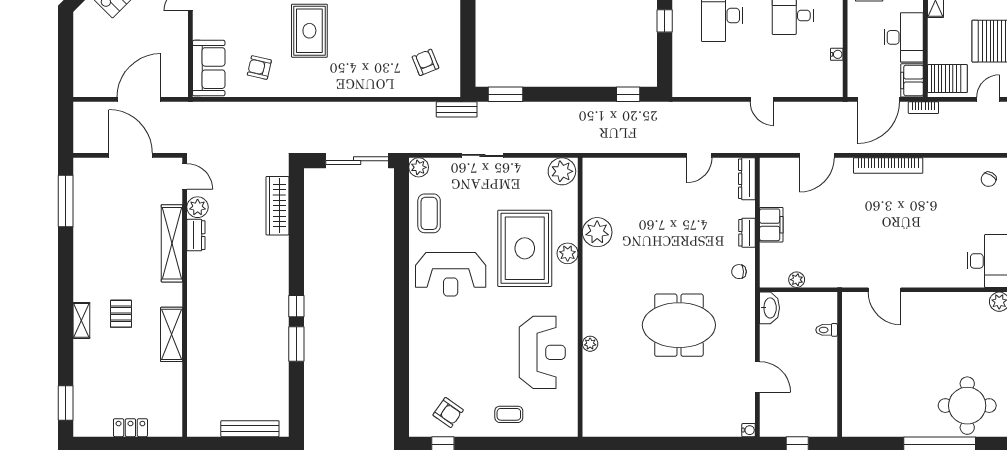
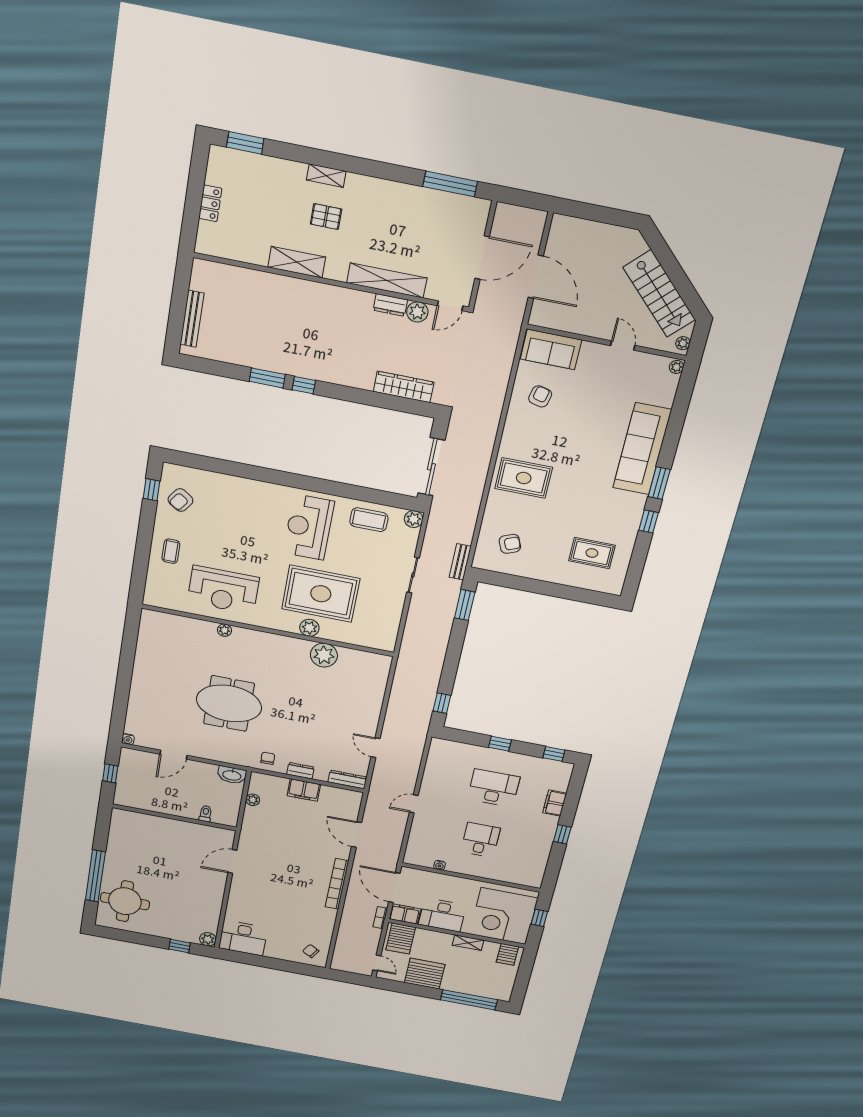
rug: (309, 31) -> (524, 478), moved
plant: (562, 171) -> (385, 637), removed
meeting table: (679, 325) -> (229, 703), turned 90

